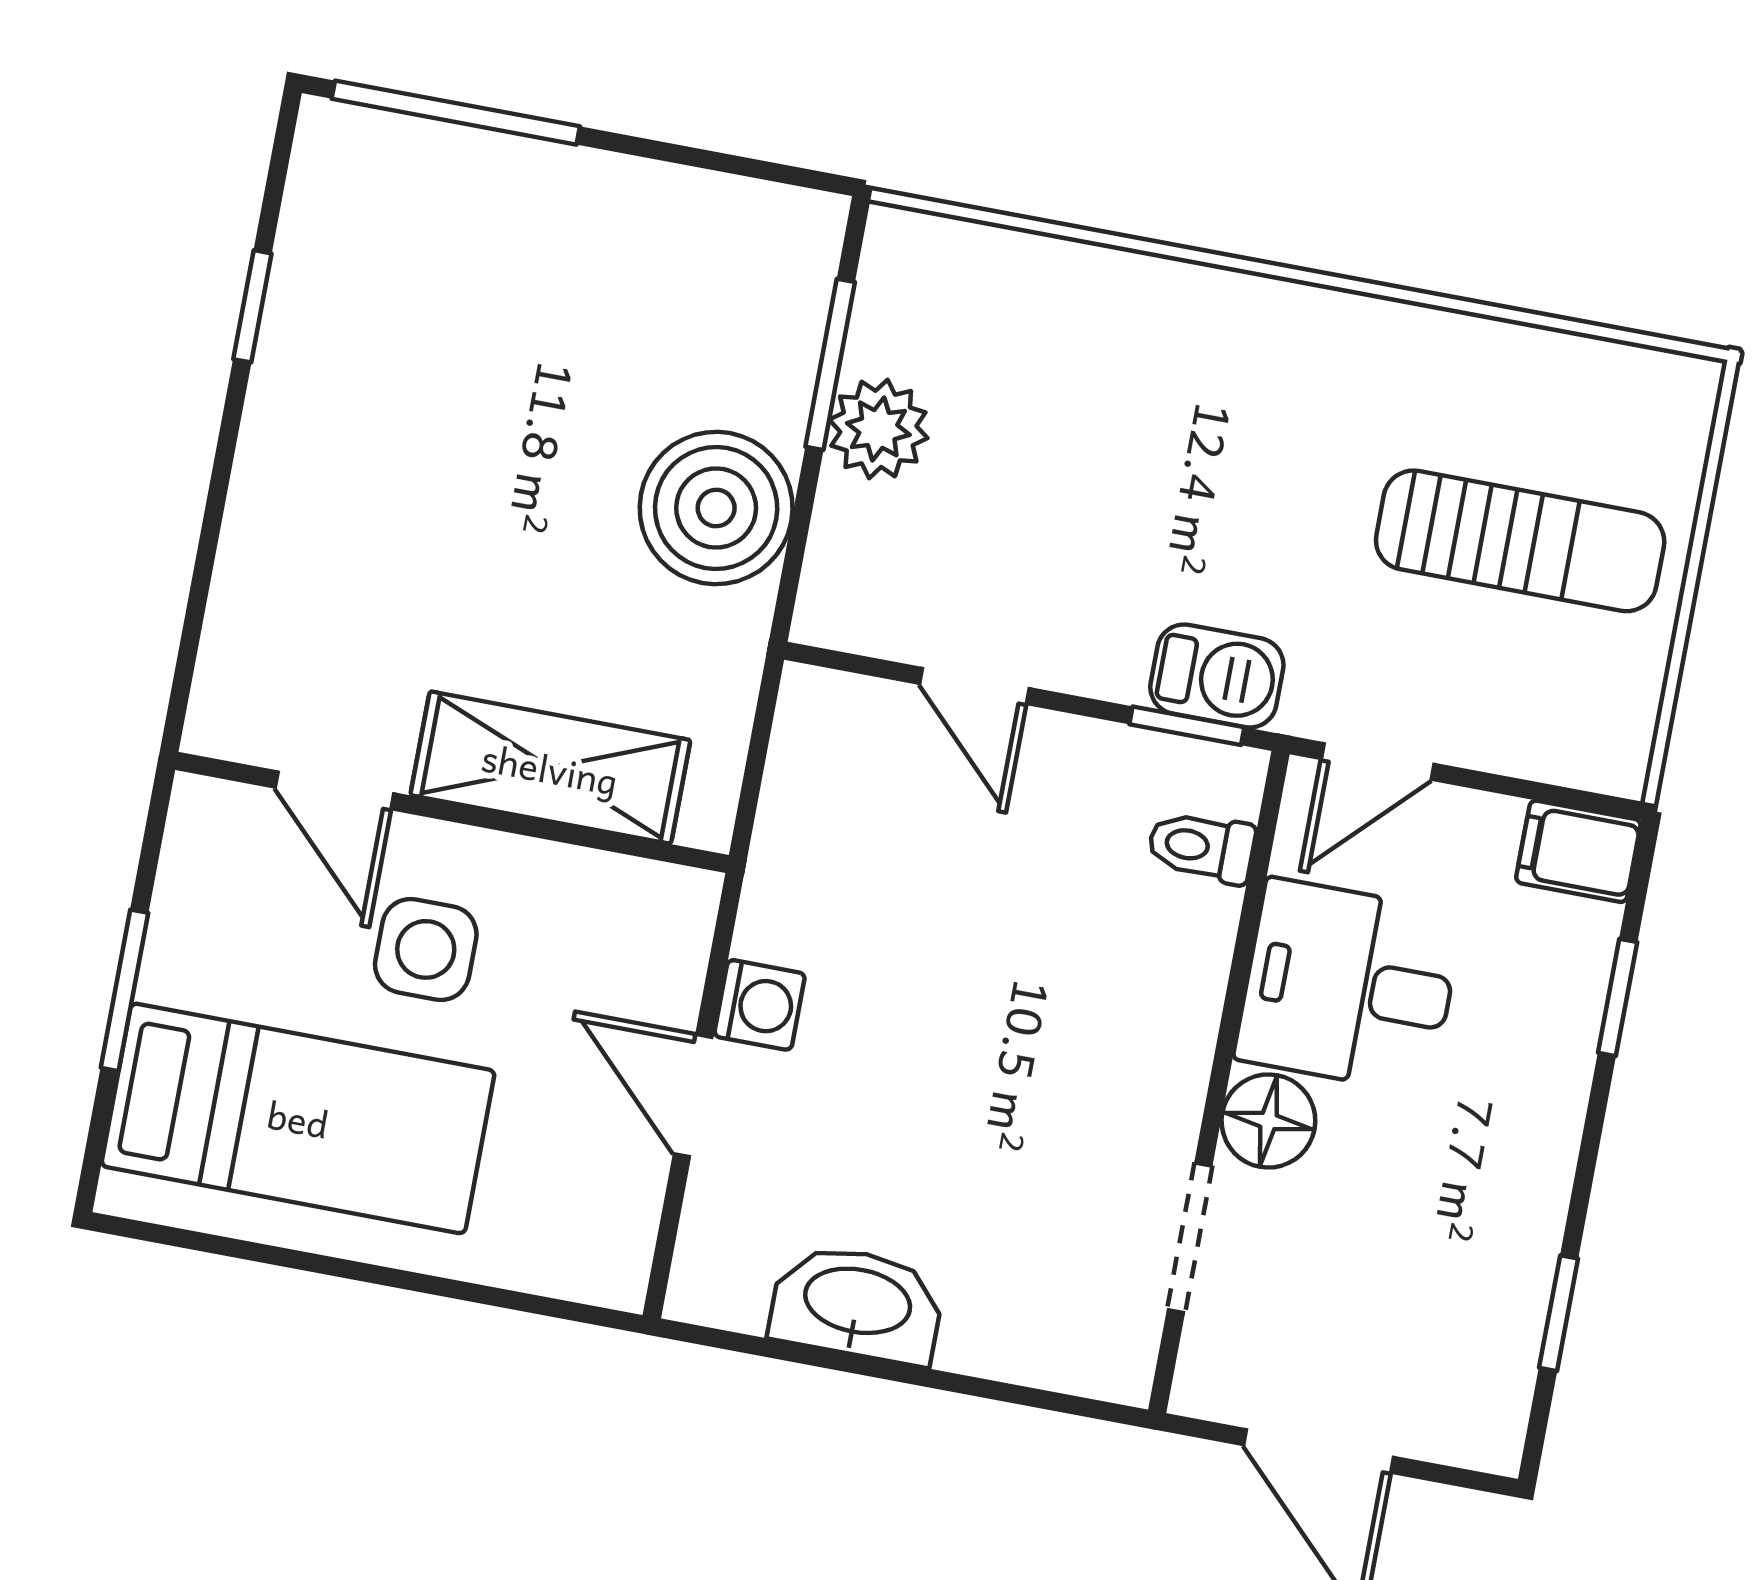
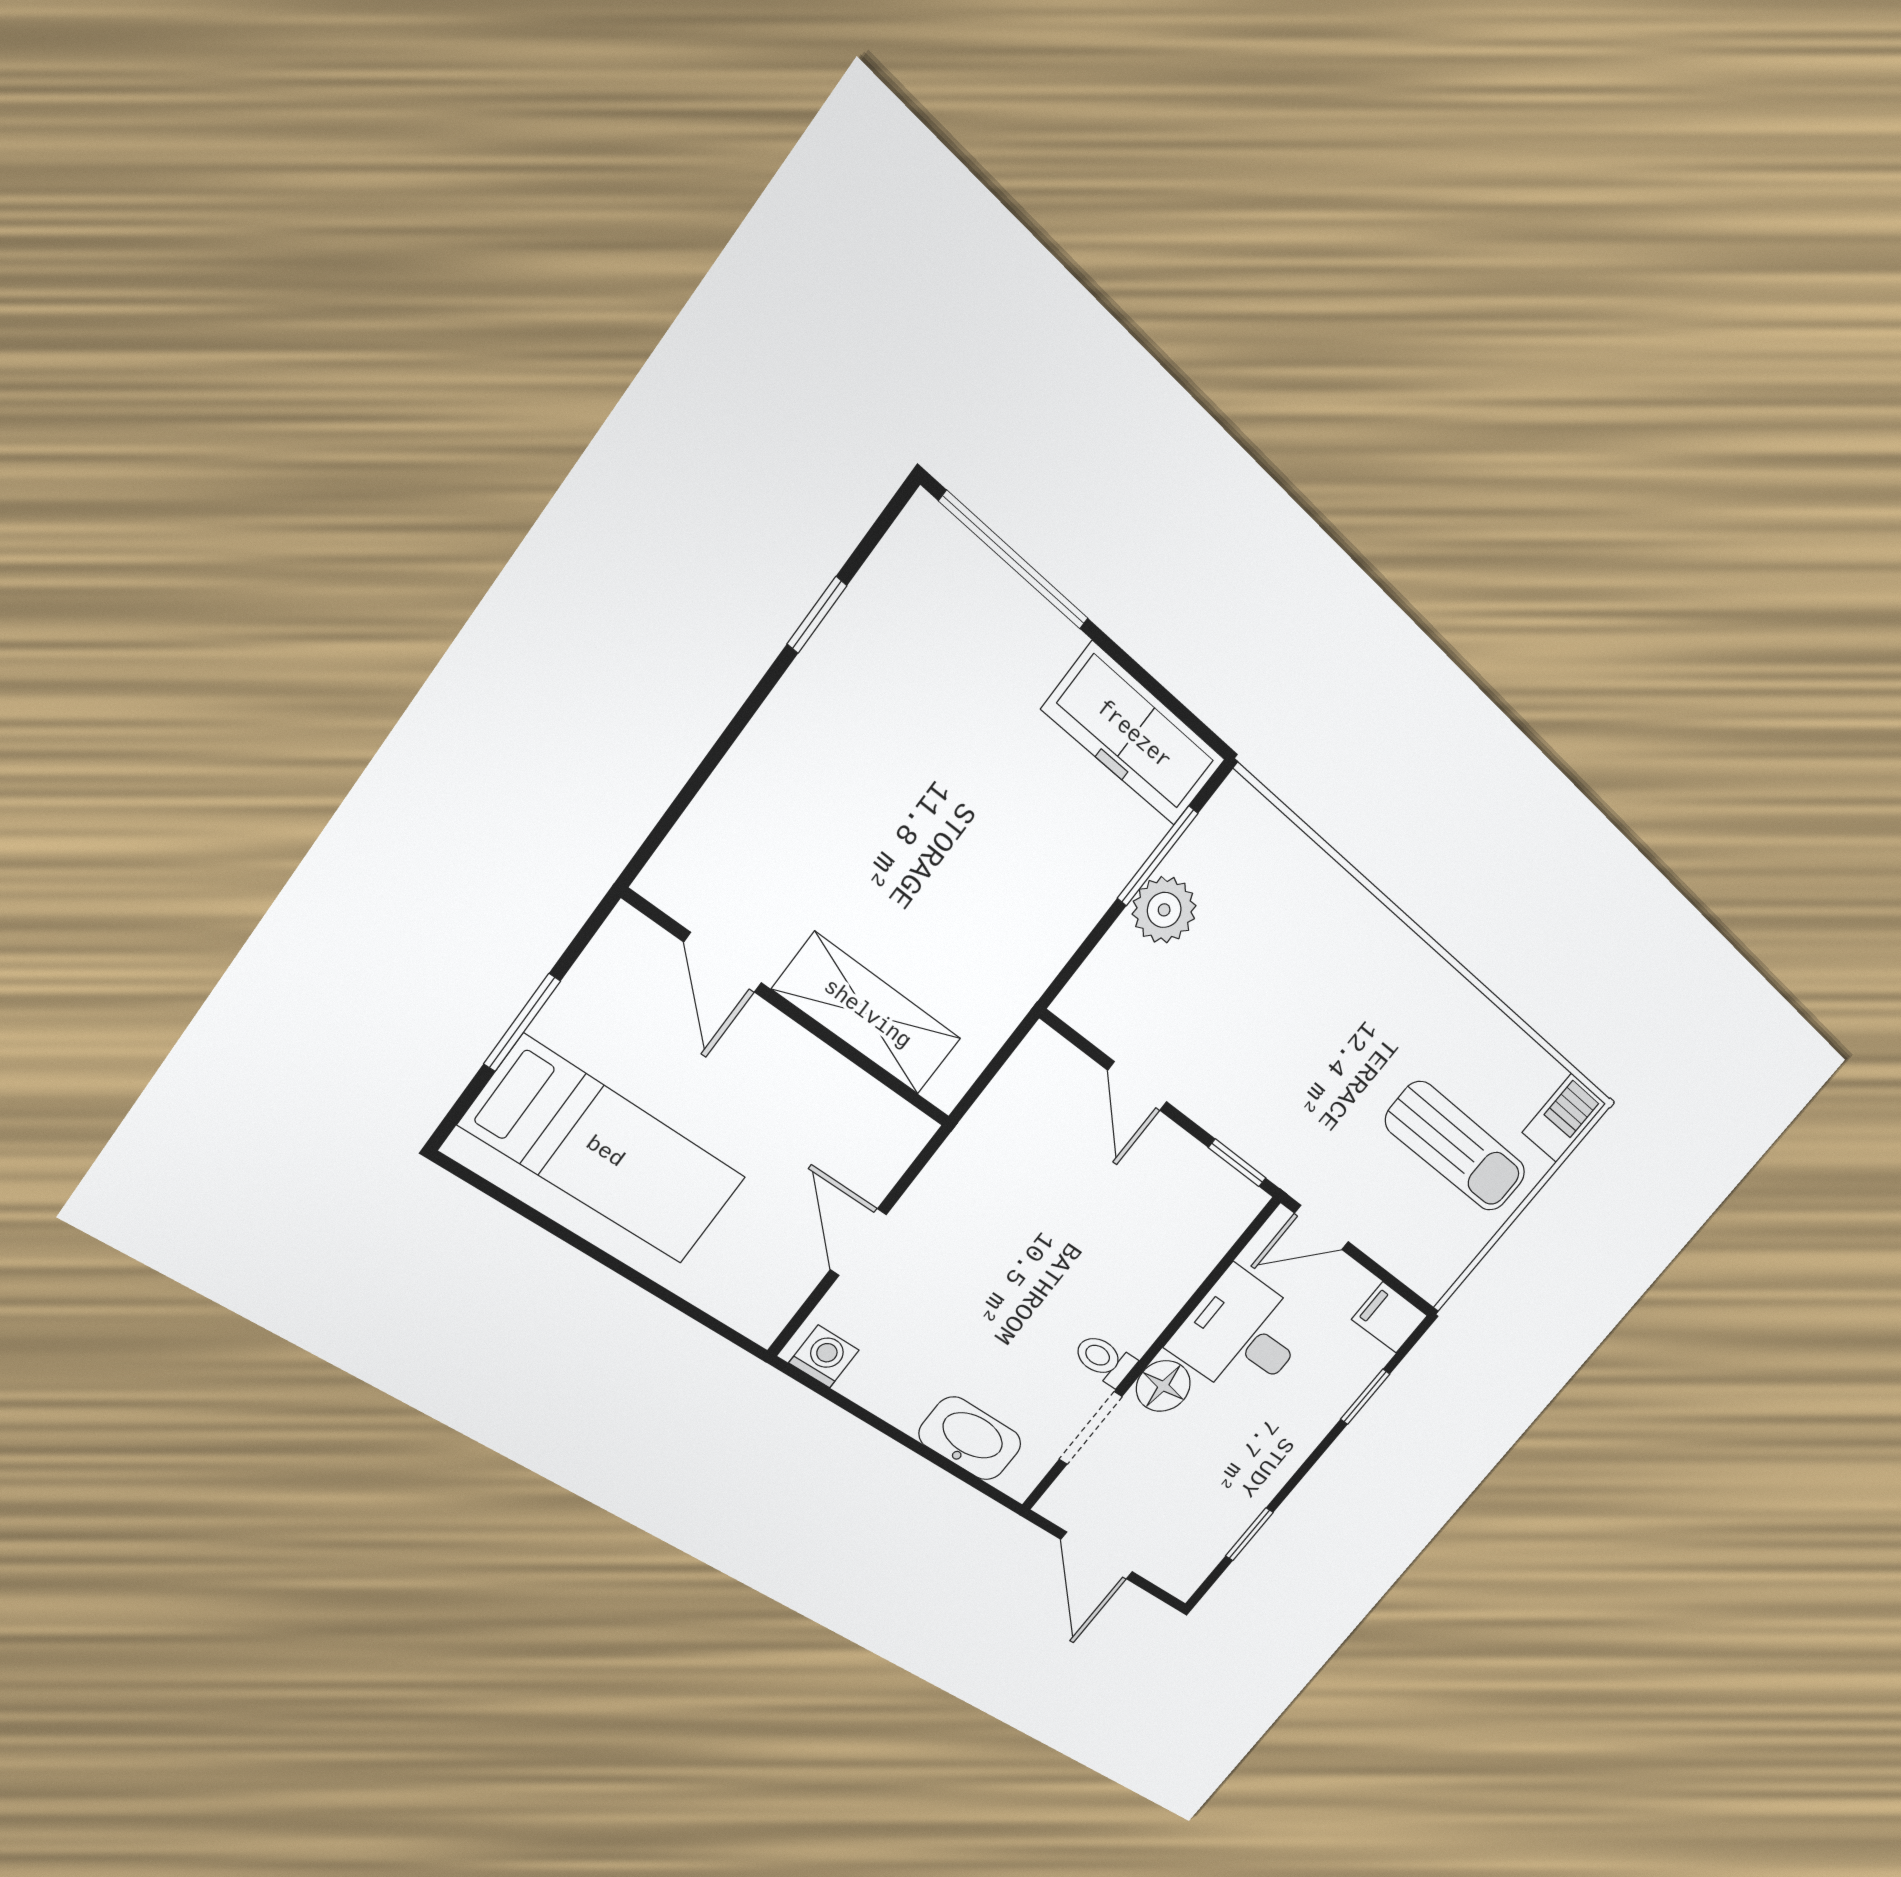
freezer: (715, 231) -> (1134, 735), added
boiler: (716, 508) -> (1046, 908), removed
barbecue: (1217, 676) -> (1564, 1118), moved, turned -90
toilet: (1201, 847) -> (1104, 1360), moved
side table: (426, 949) -> (736, 1087), removed
washing machine: (760, 1005) -> (824, 1356), moved, turned -90
washbasin: (857, 1304) -> (970, 1439), moved

